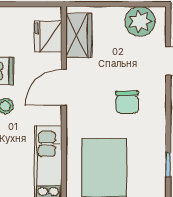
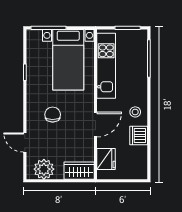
wardrobe: (79, 35) -> (79, 171), moved, turned 90

